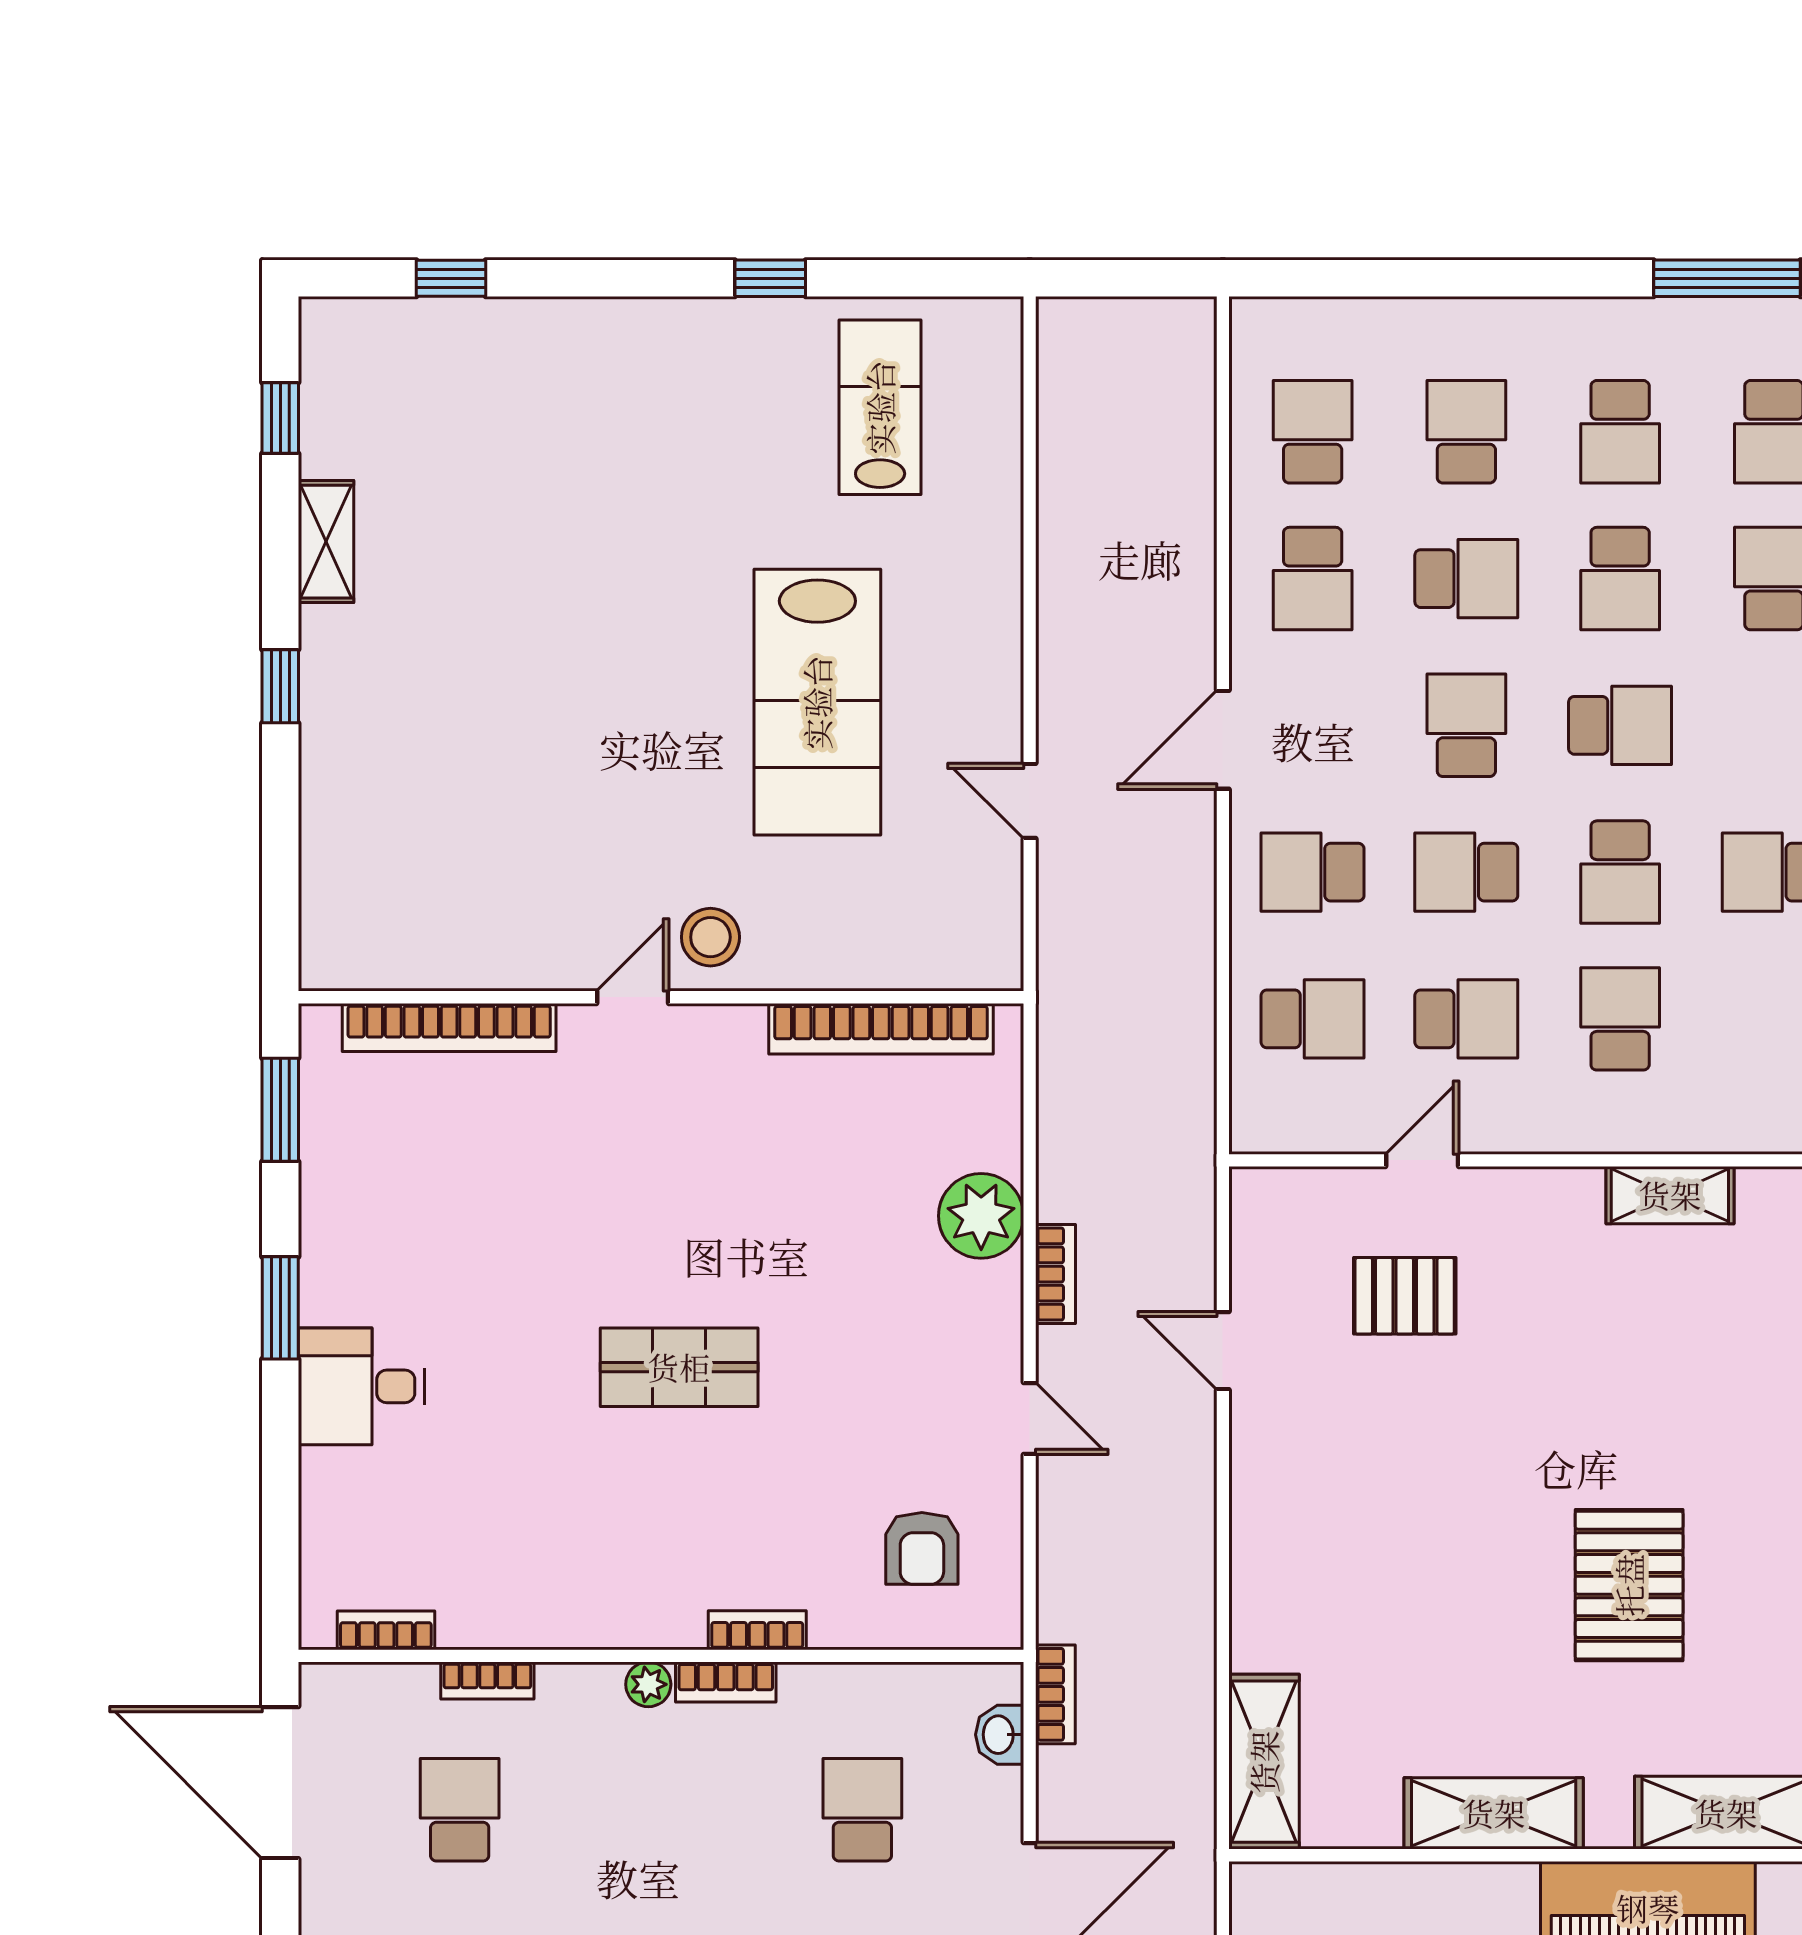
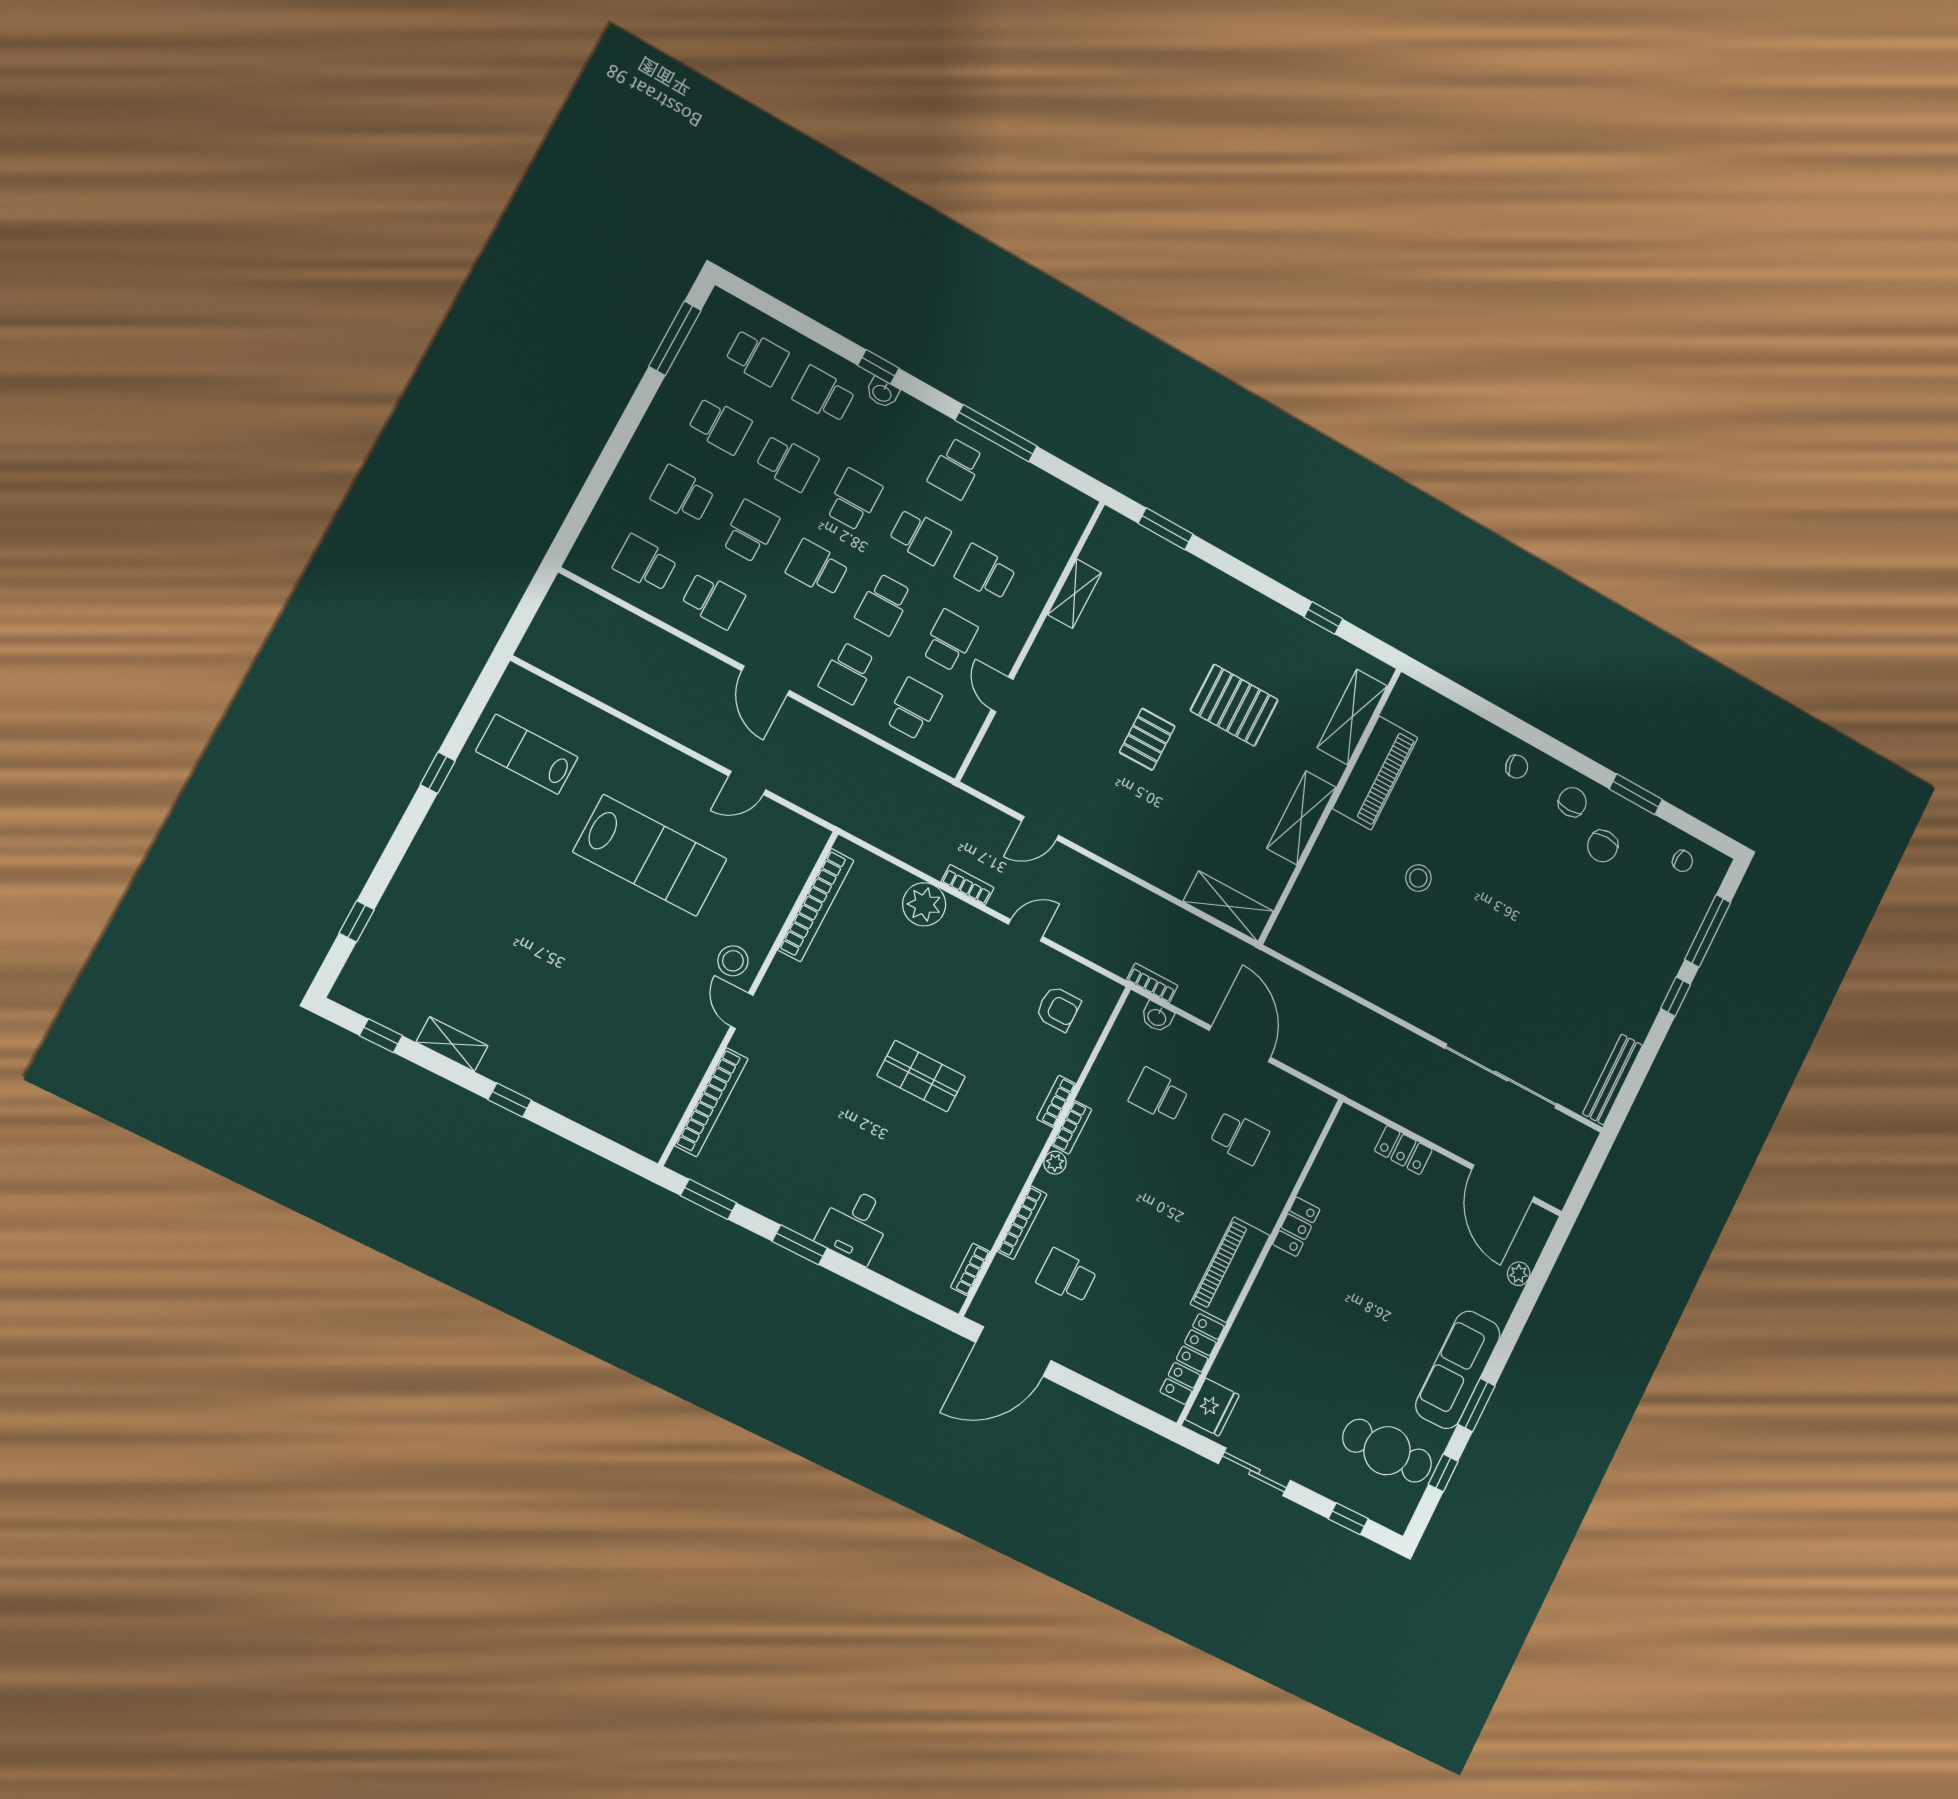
pallet: (1405, 1296) -> (1147, 739), moved
shop shelf: (679, 1367) -> (921, 1076), turned 90
bookcase: (487, 1680) -> (1022, 1223), width x1.56

